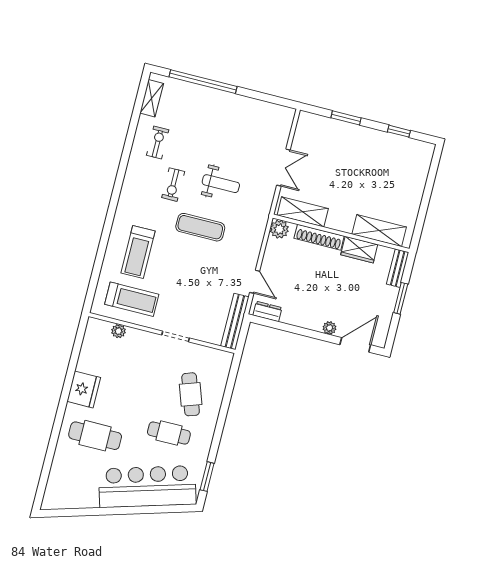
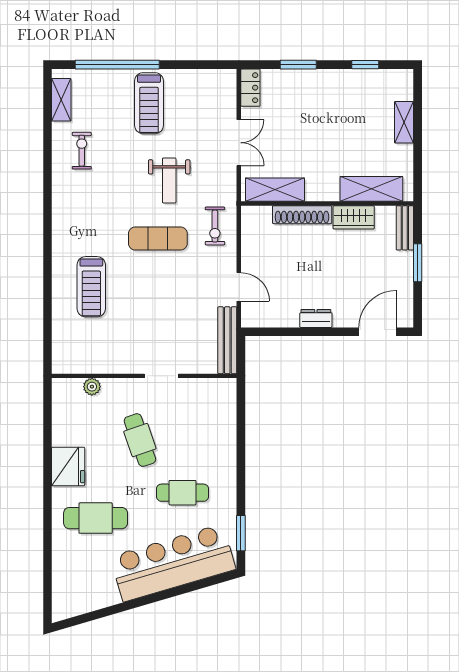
locker: (304, 126) -> (250, 88), added
weight bench: (221, 184) -> (169, 180), turned 90
exercise bike: (173, 185) -> (215, 226), moved
shelving: (418, 185) -> (404, 122), added
plant: (279, 229) -> (252, 217), removed
treadmill: (132, 299) -> (149, 103), moved, turned 90
dresser: (267, 311) -> (316, 318), moved
plant: (329, 328) -> (342, 319), removed
cafe table: (191, 394) -> (140, 440), moved

